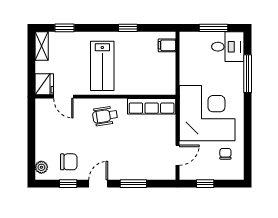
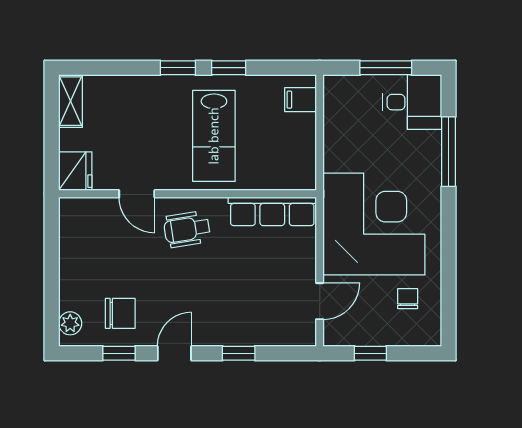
window: (64, 28) -> (178, 68), moved
lab bench: (102, 66) -> (214, 136), moved
door: (63, 97) -> (137, 194), moved
window: (133, 184) -> (239, 353), width x0.67

